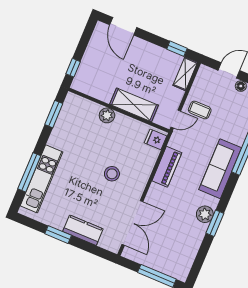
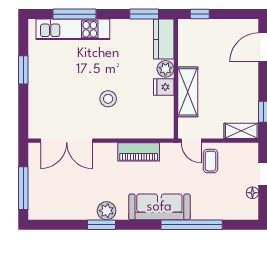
fridge: (155, 139) -> (164, 87), moved, turned -90
kitchen counter: (83, 230) -> (164, 39), moved, turned 180

